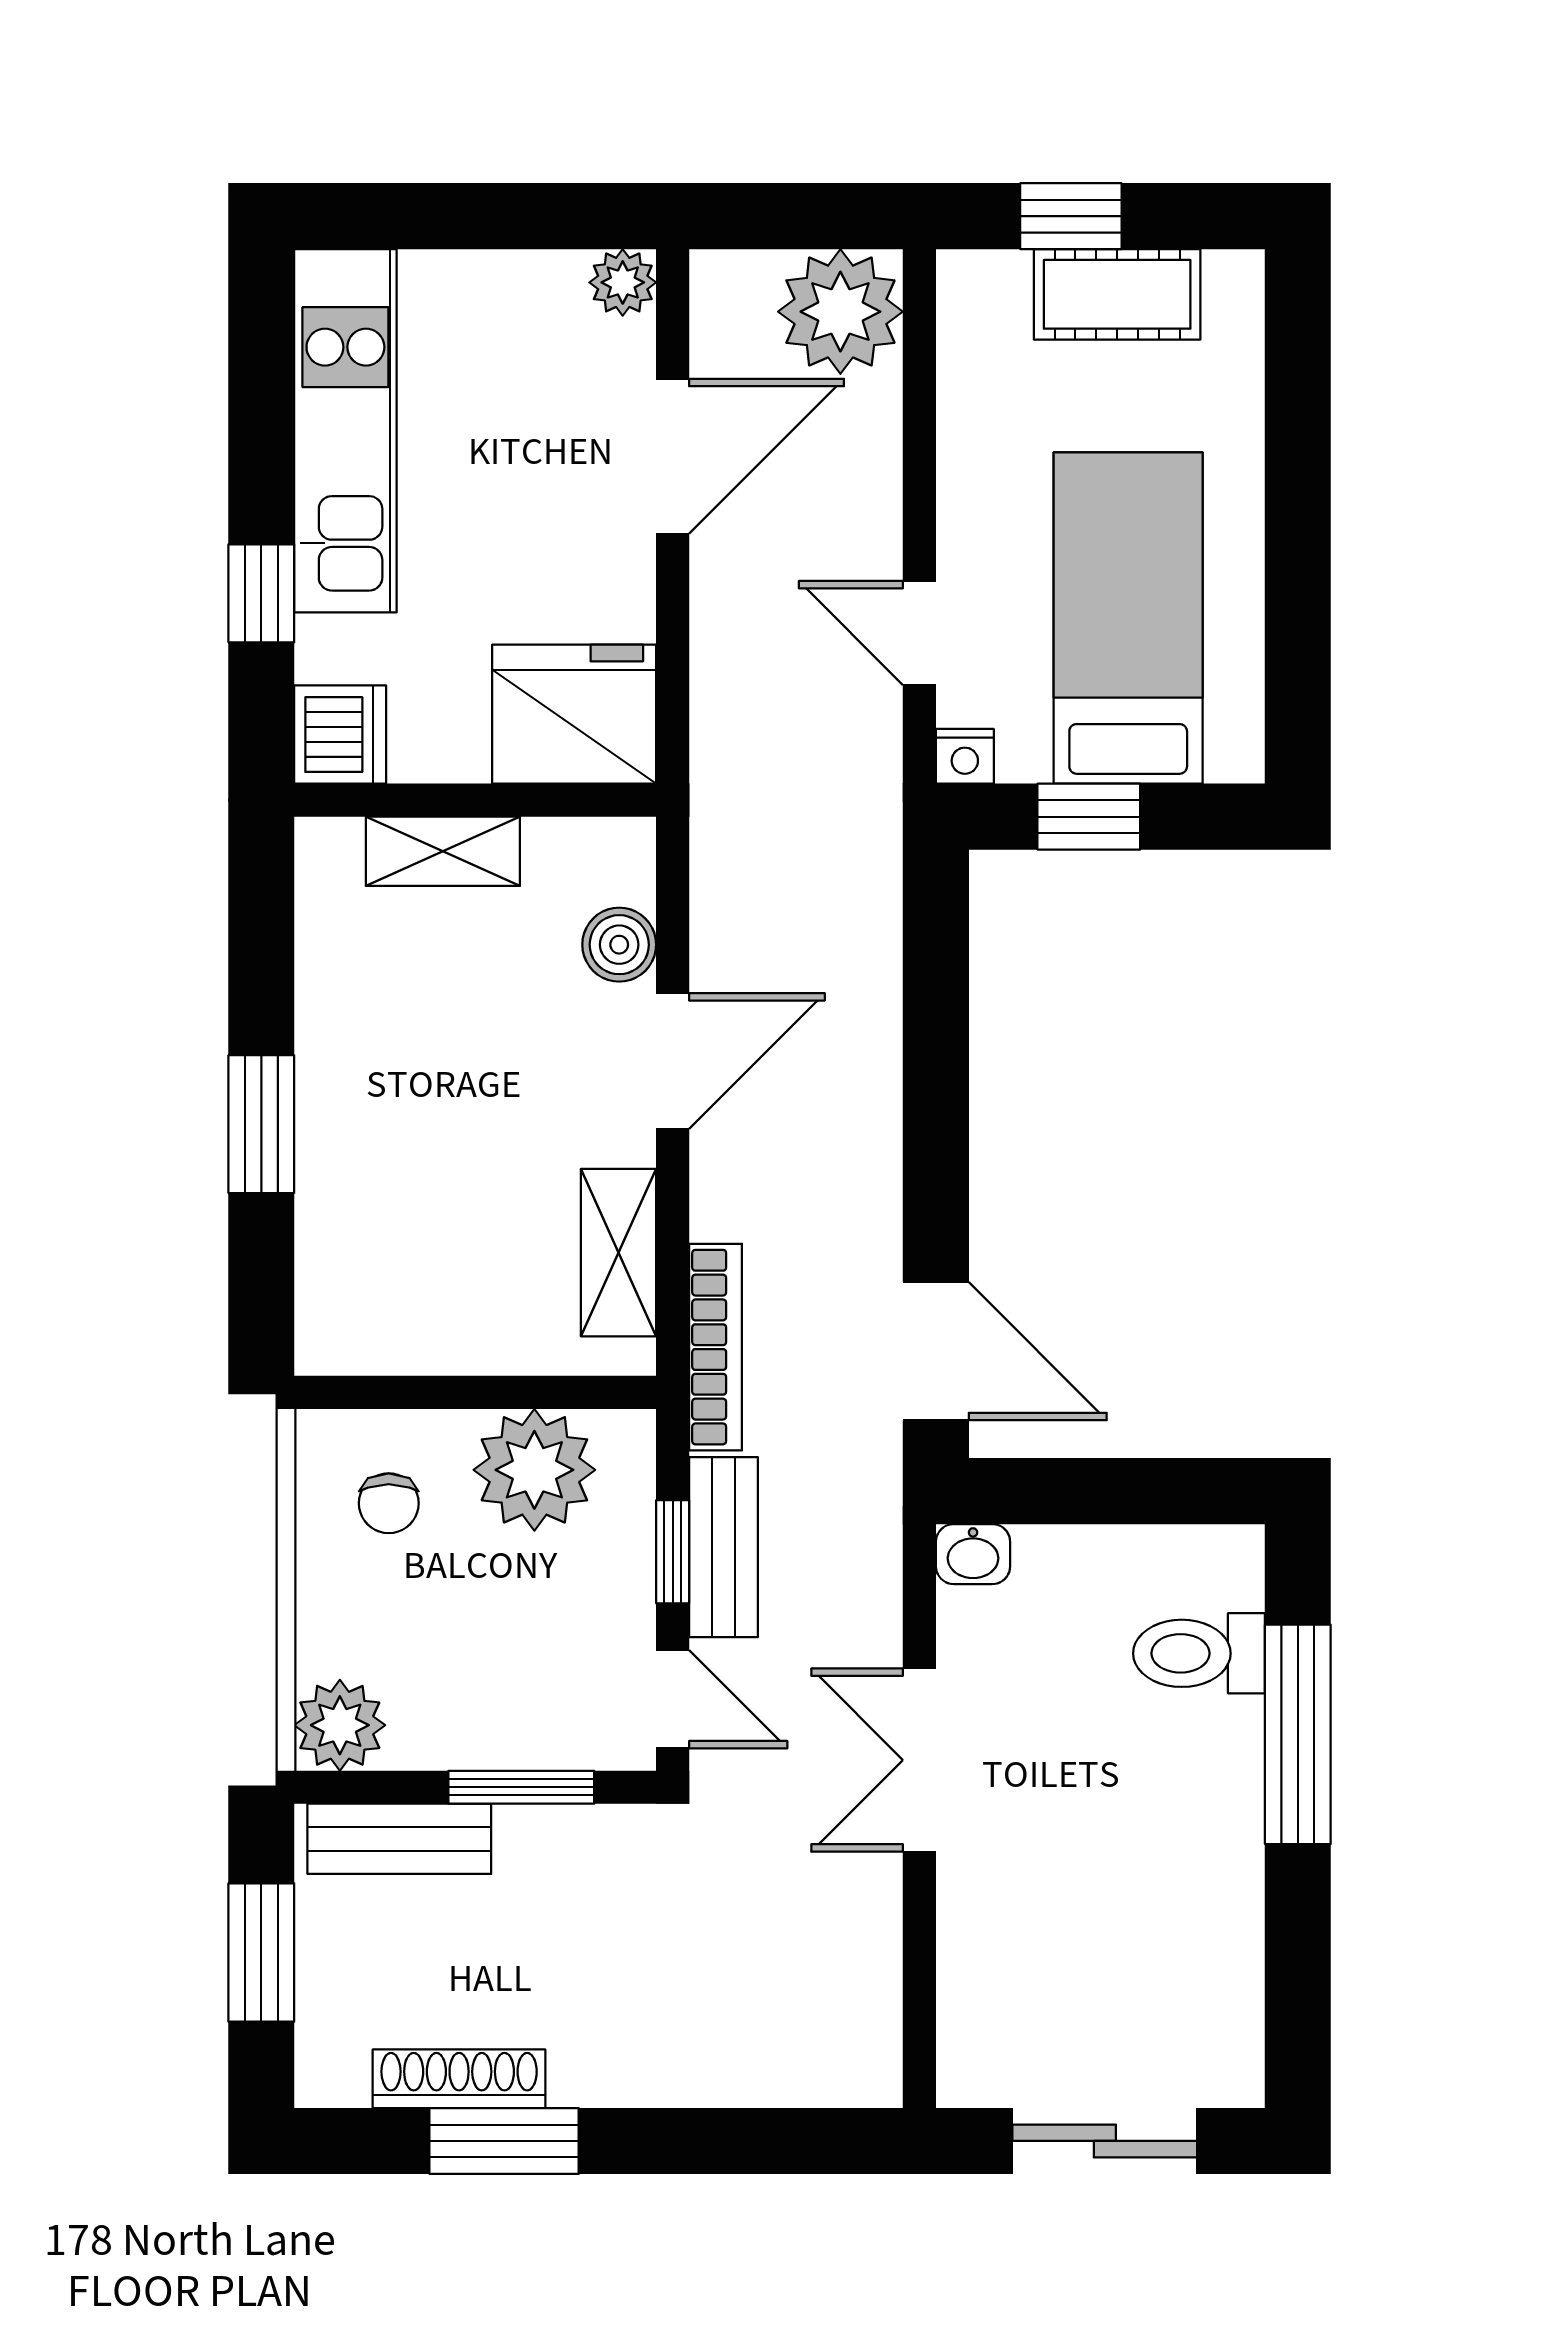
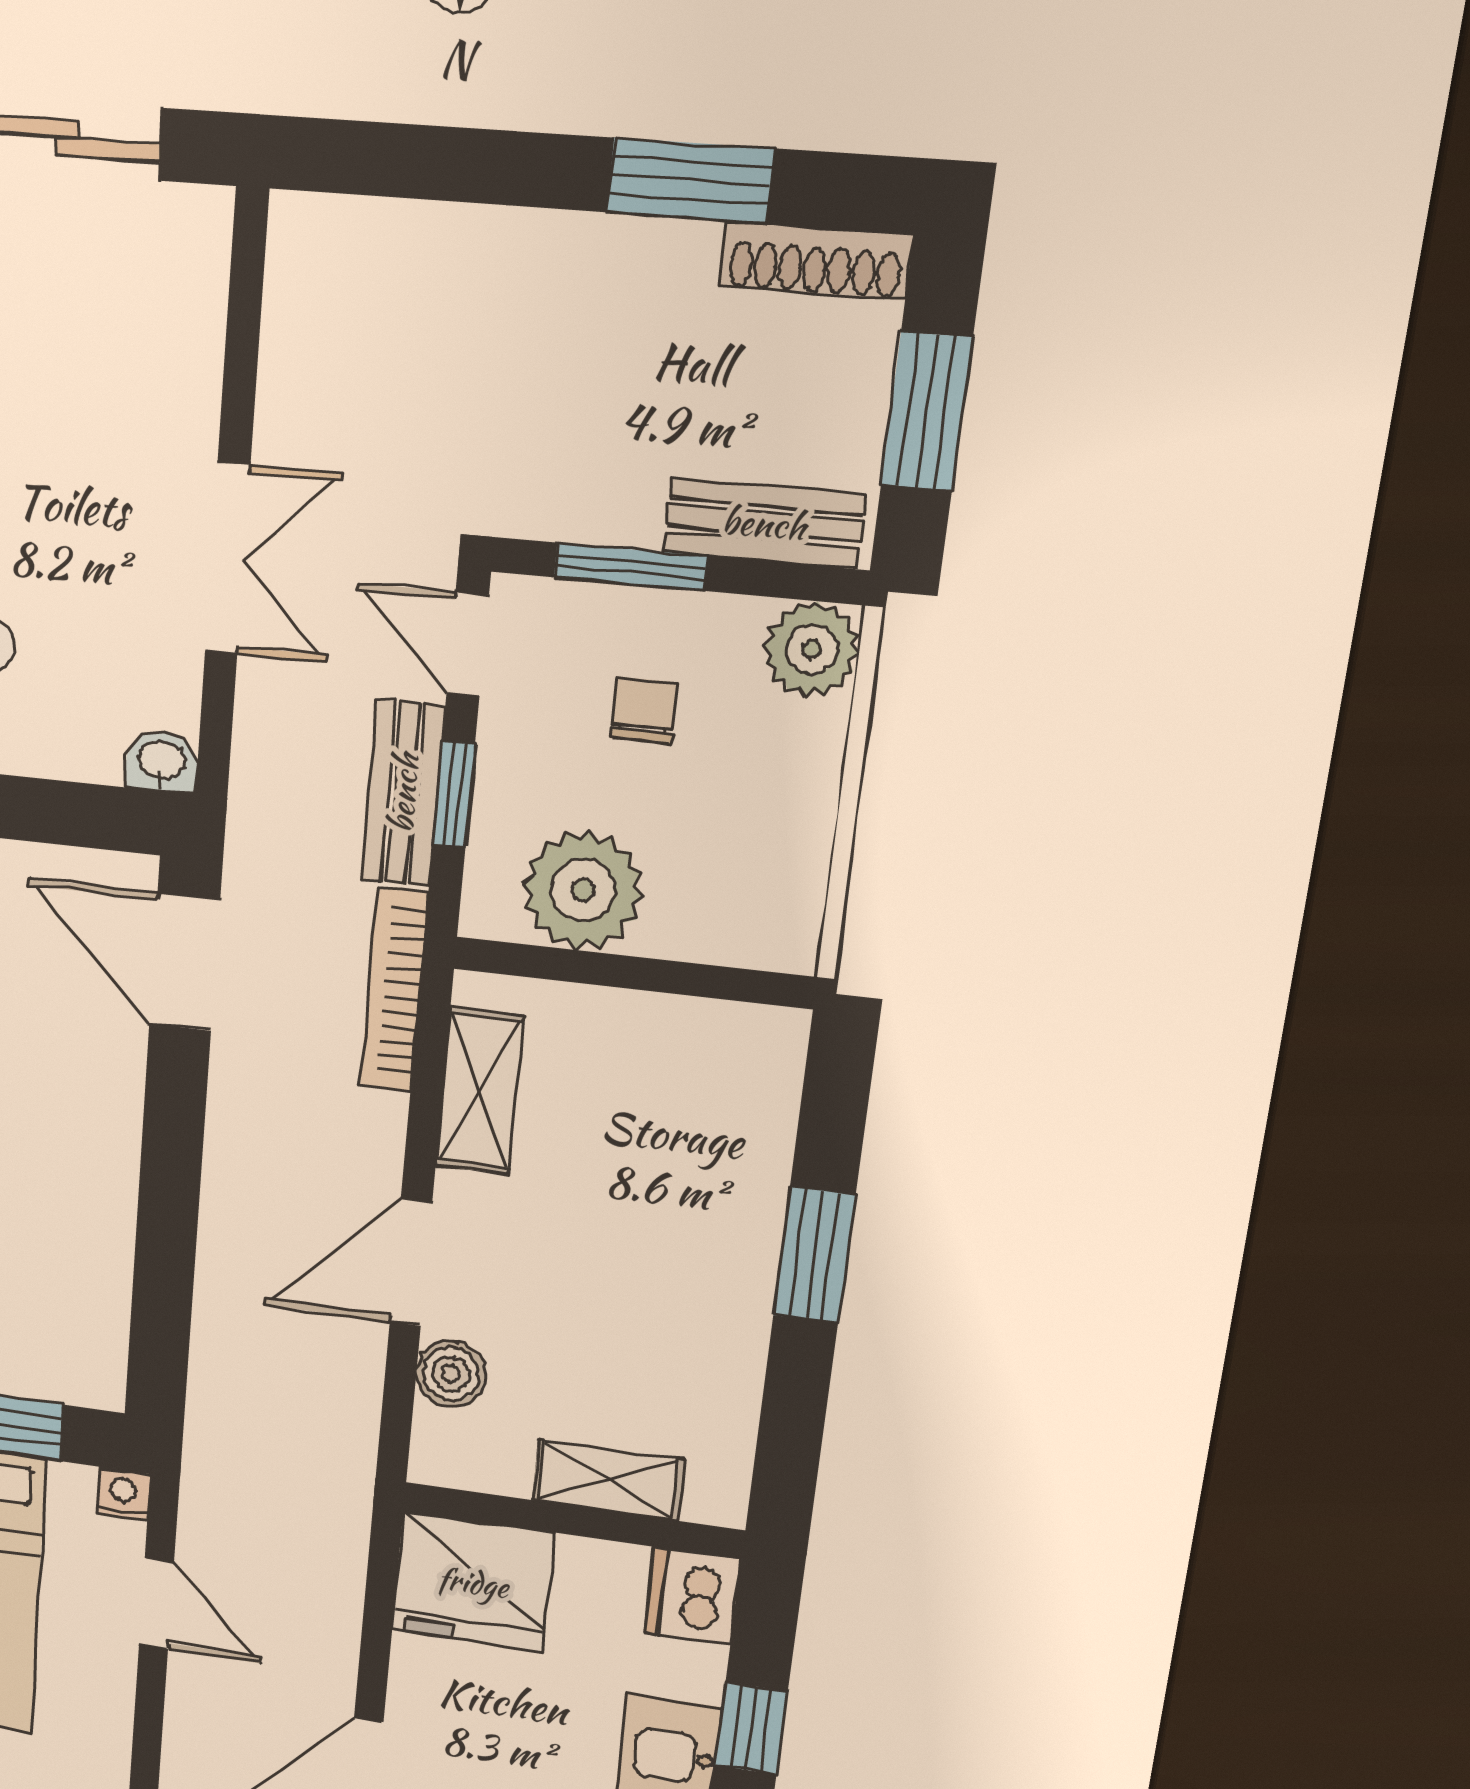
chair: (389, 1503) -> (644, 710), moved
shoe rack: (459, 2079) -> (815, 260), moved

